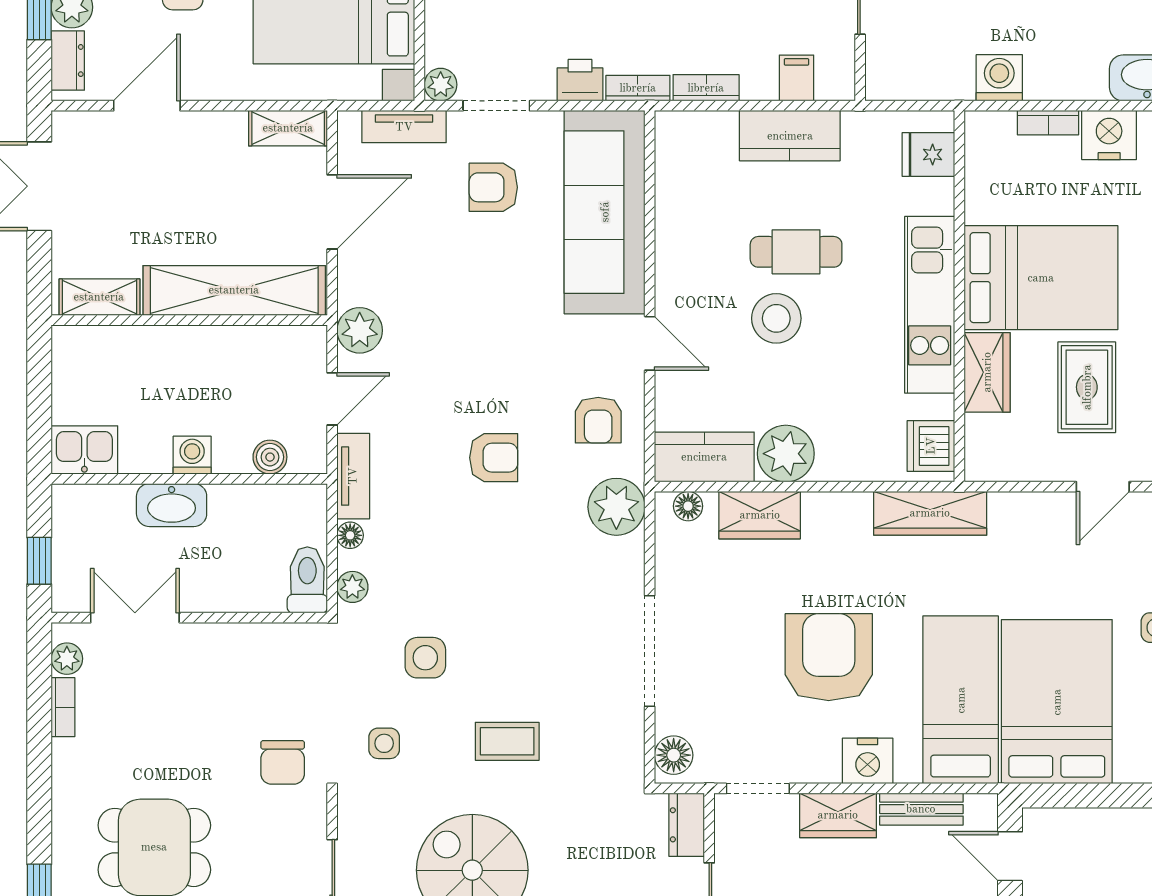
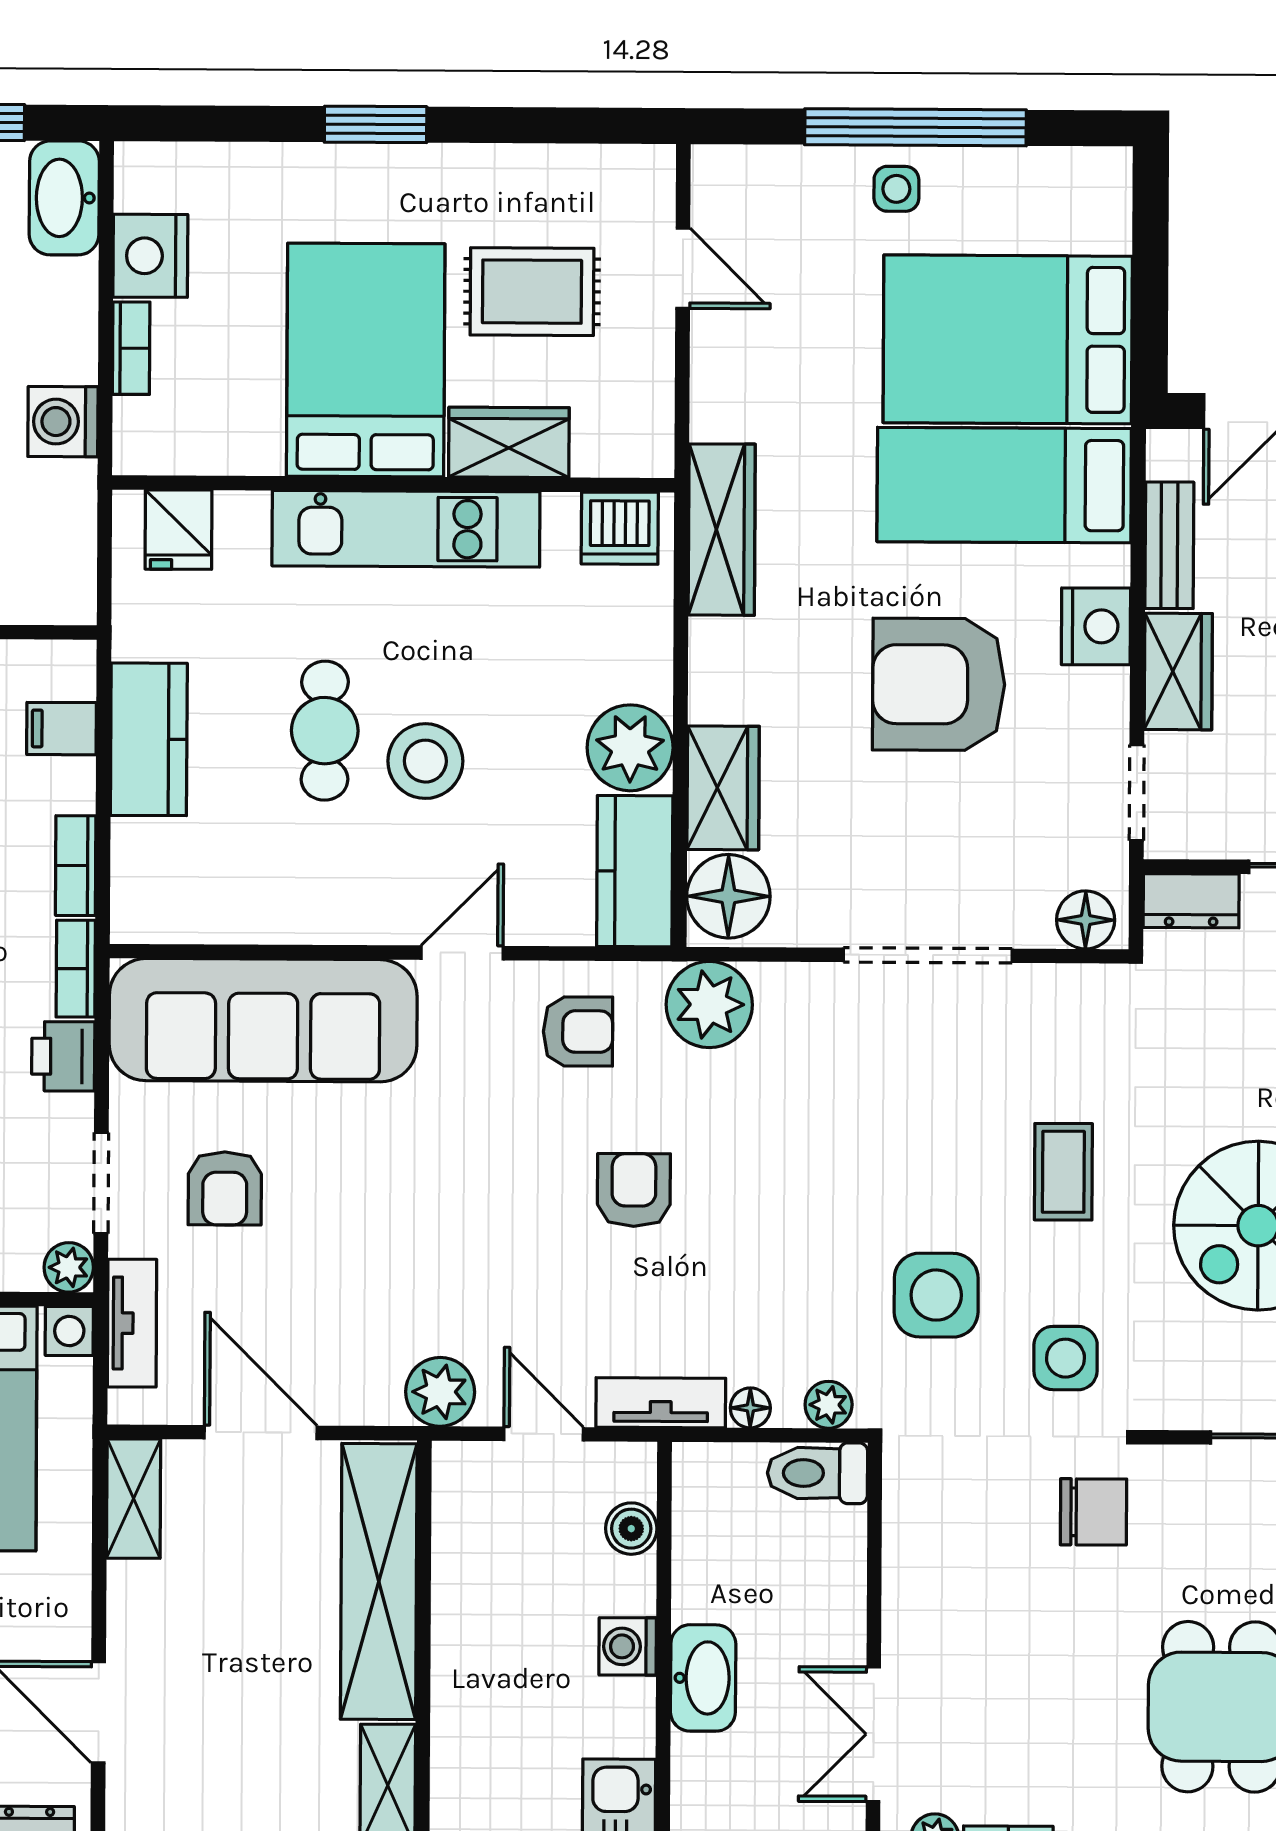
floor lamp: (688, 506) -> (728, 896), width x1.89, depth x1.89
side table: (425, 658) -> (936, 1295), width x1.37, depth x1.37
side table: (384, 743) -> (1066, 1358), width x1.37, depth x1.37

